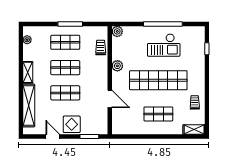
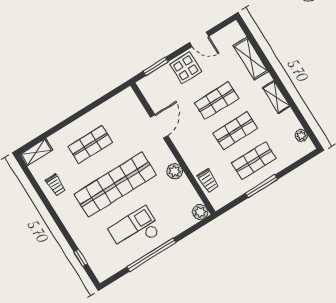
door: (110, 99) -> (159, 126), swing flipped
shelving: (29, 105) -> (251, 58), width x0.68

